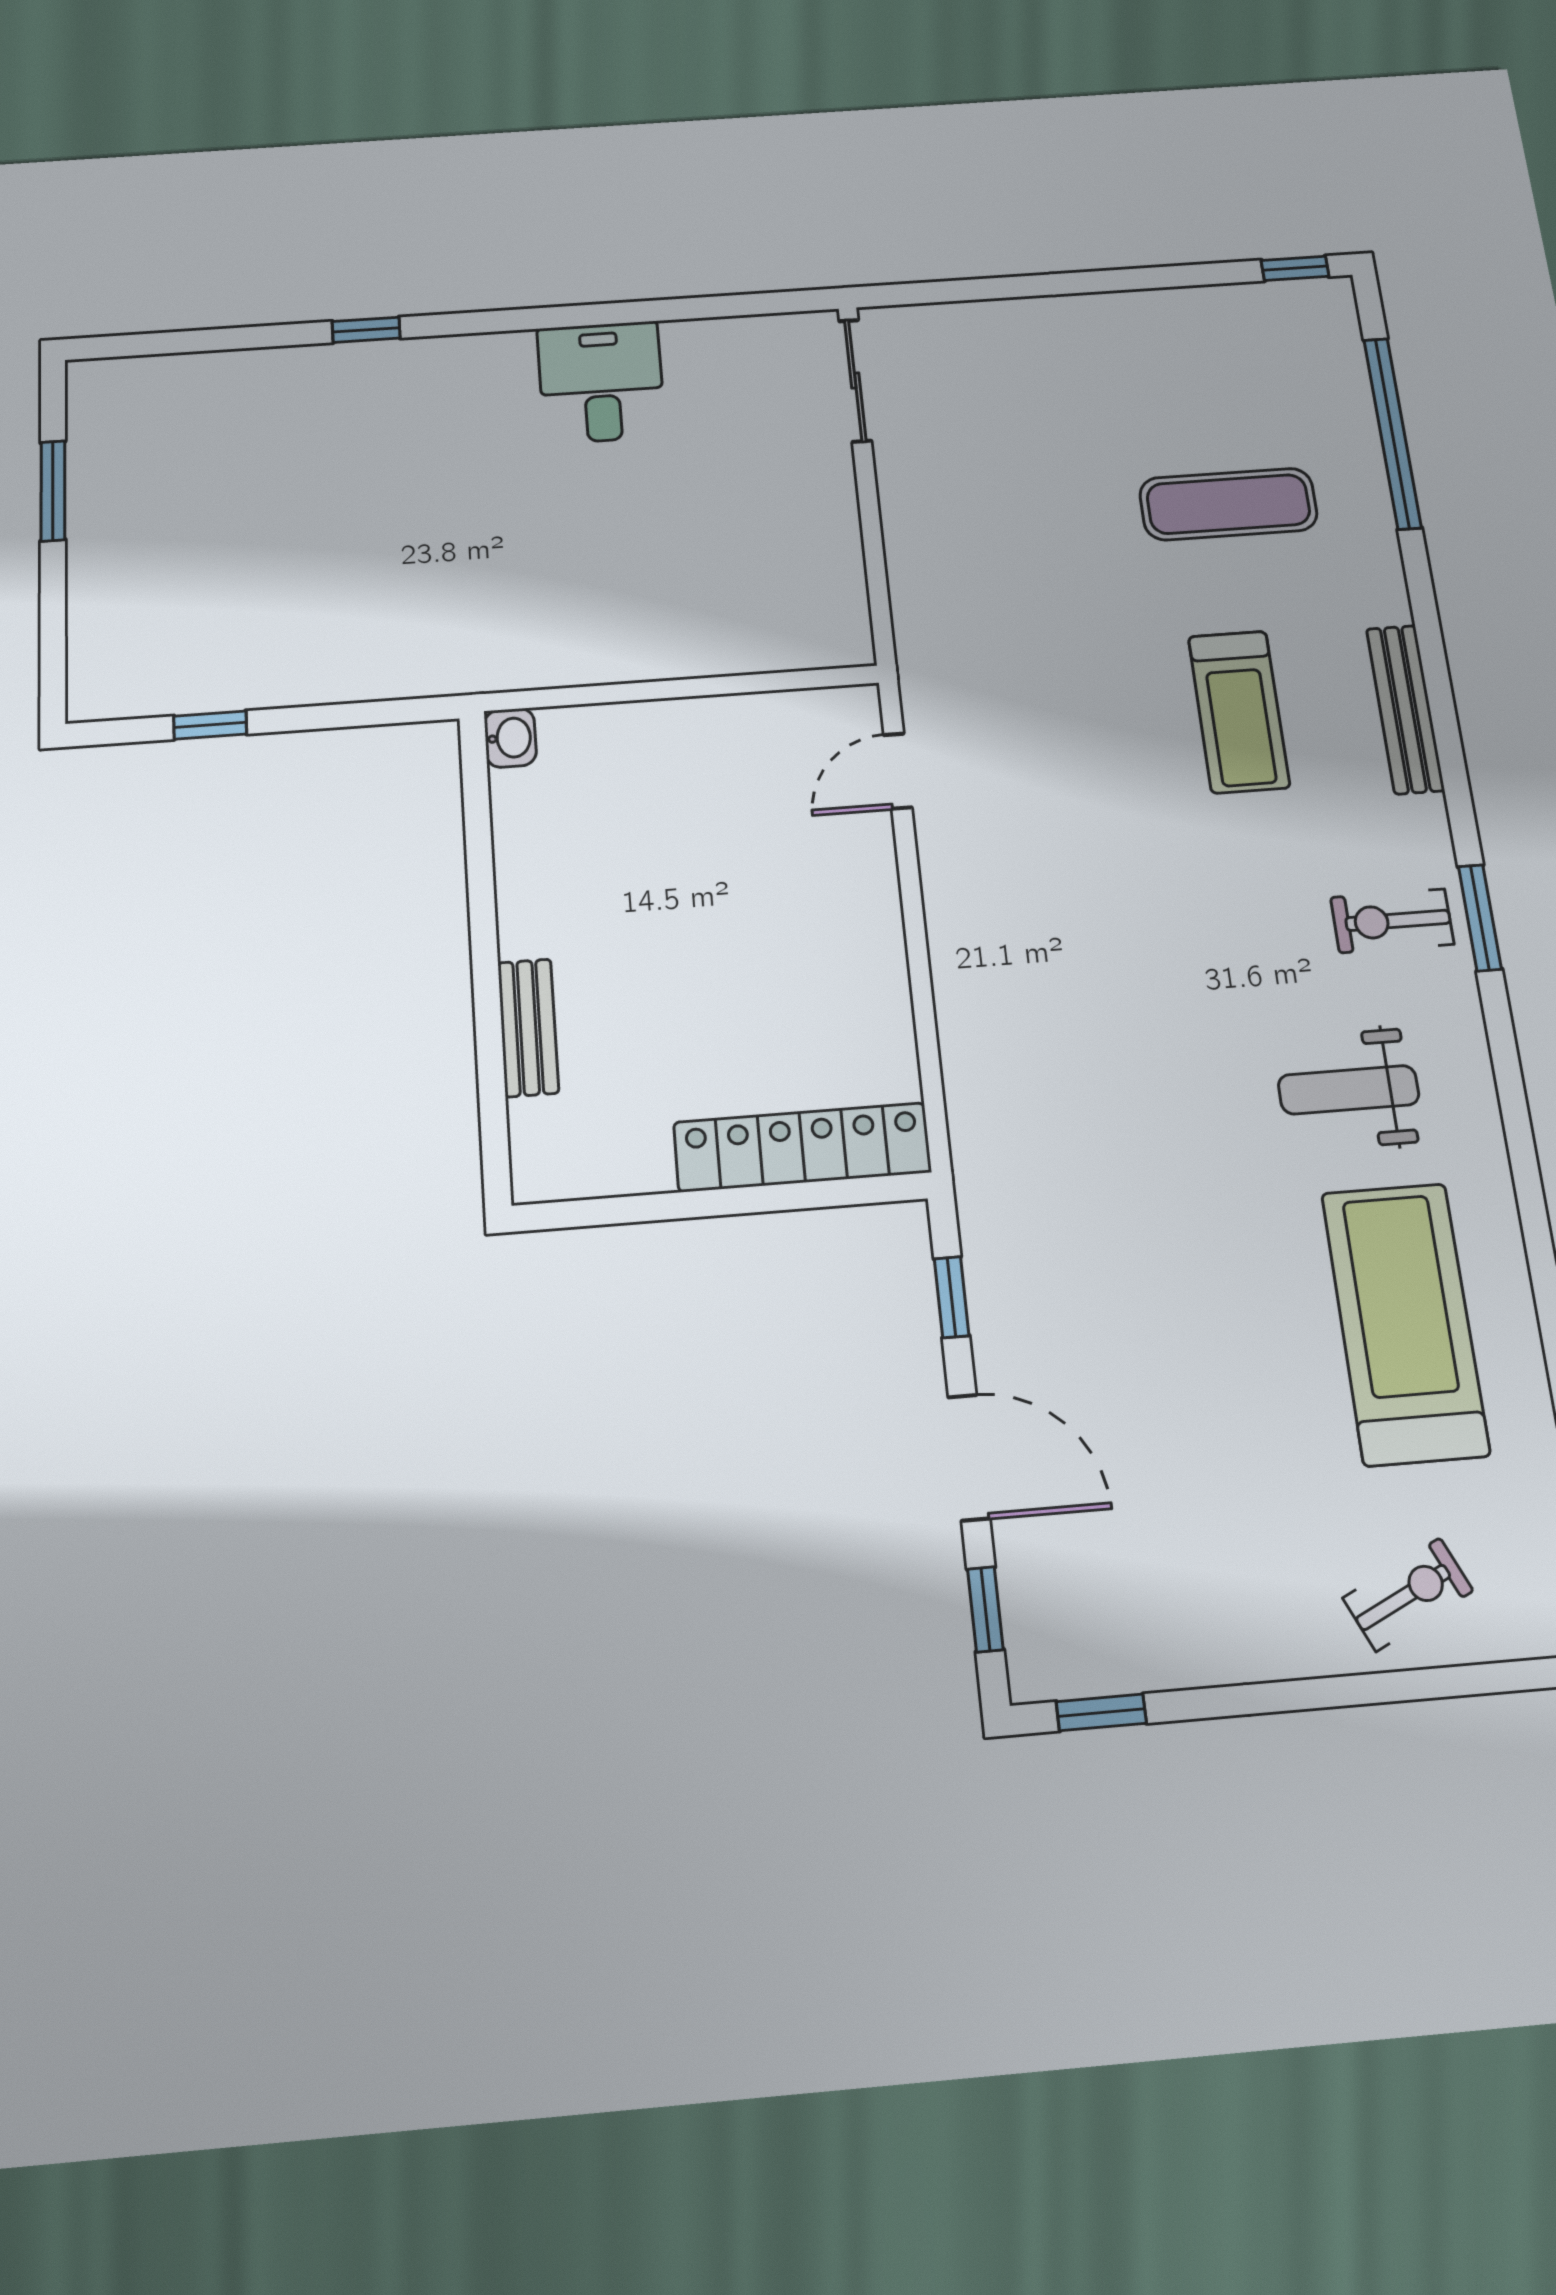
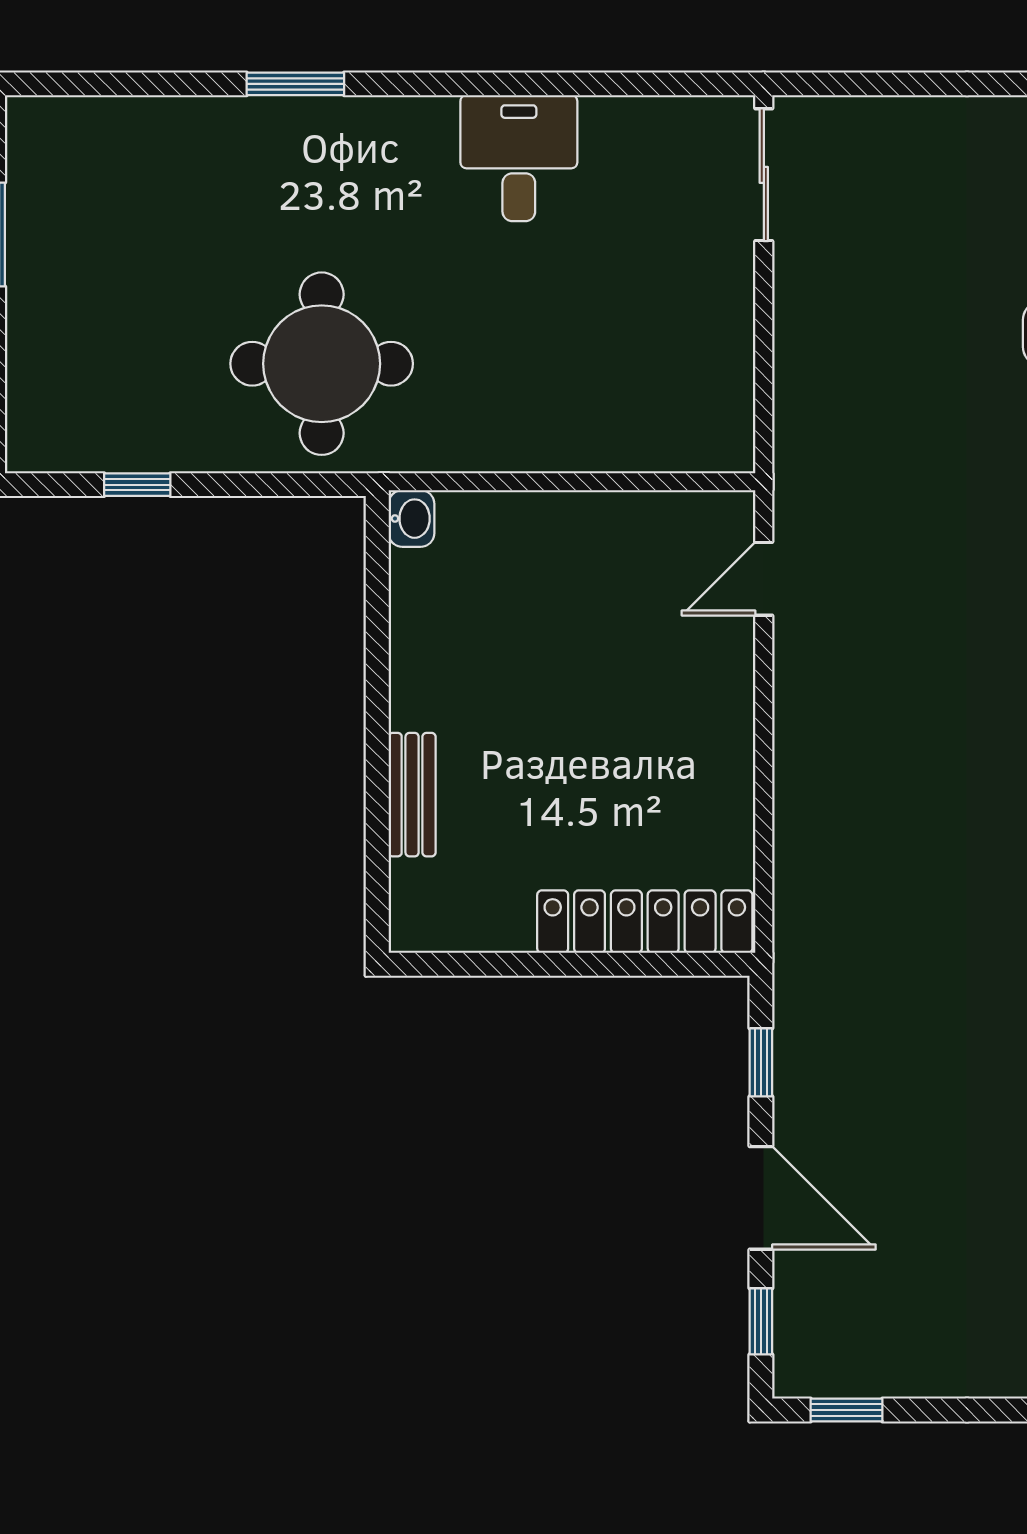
window: (366, 330) -> (295, 84), width x1.50
round table: (405, 591) -> (322, 364), added

